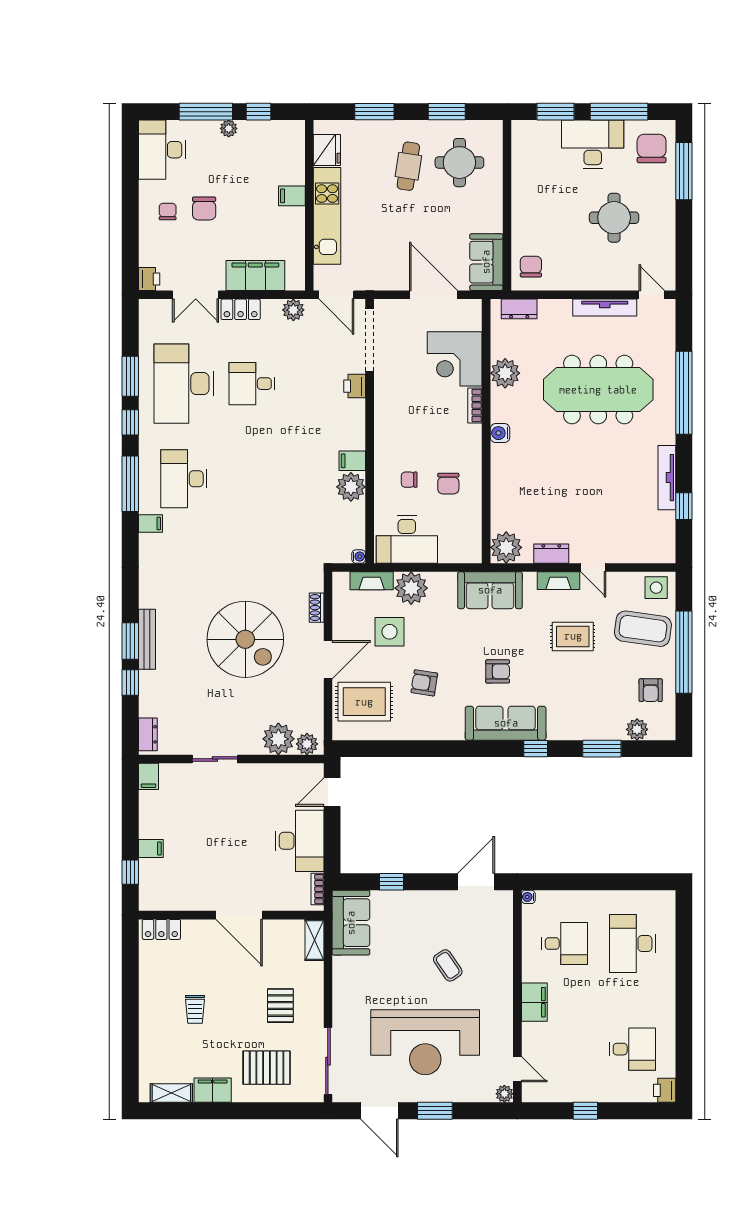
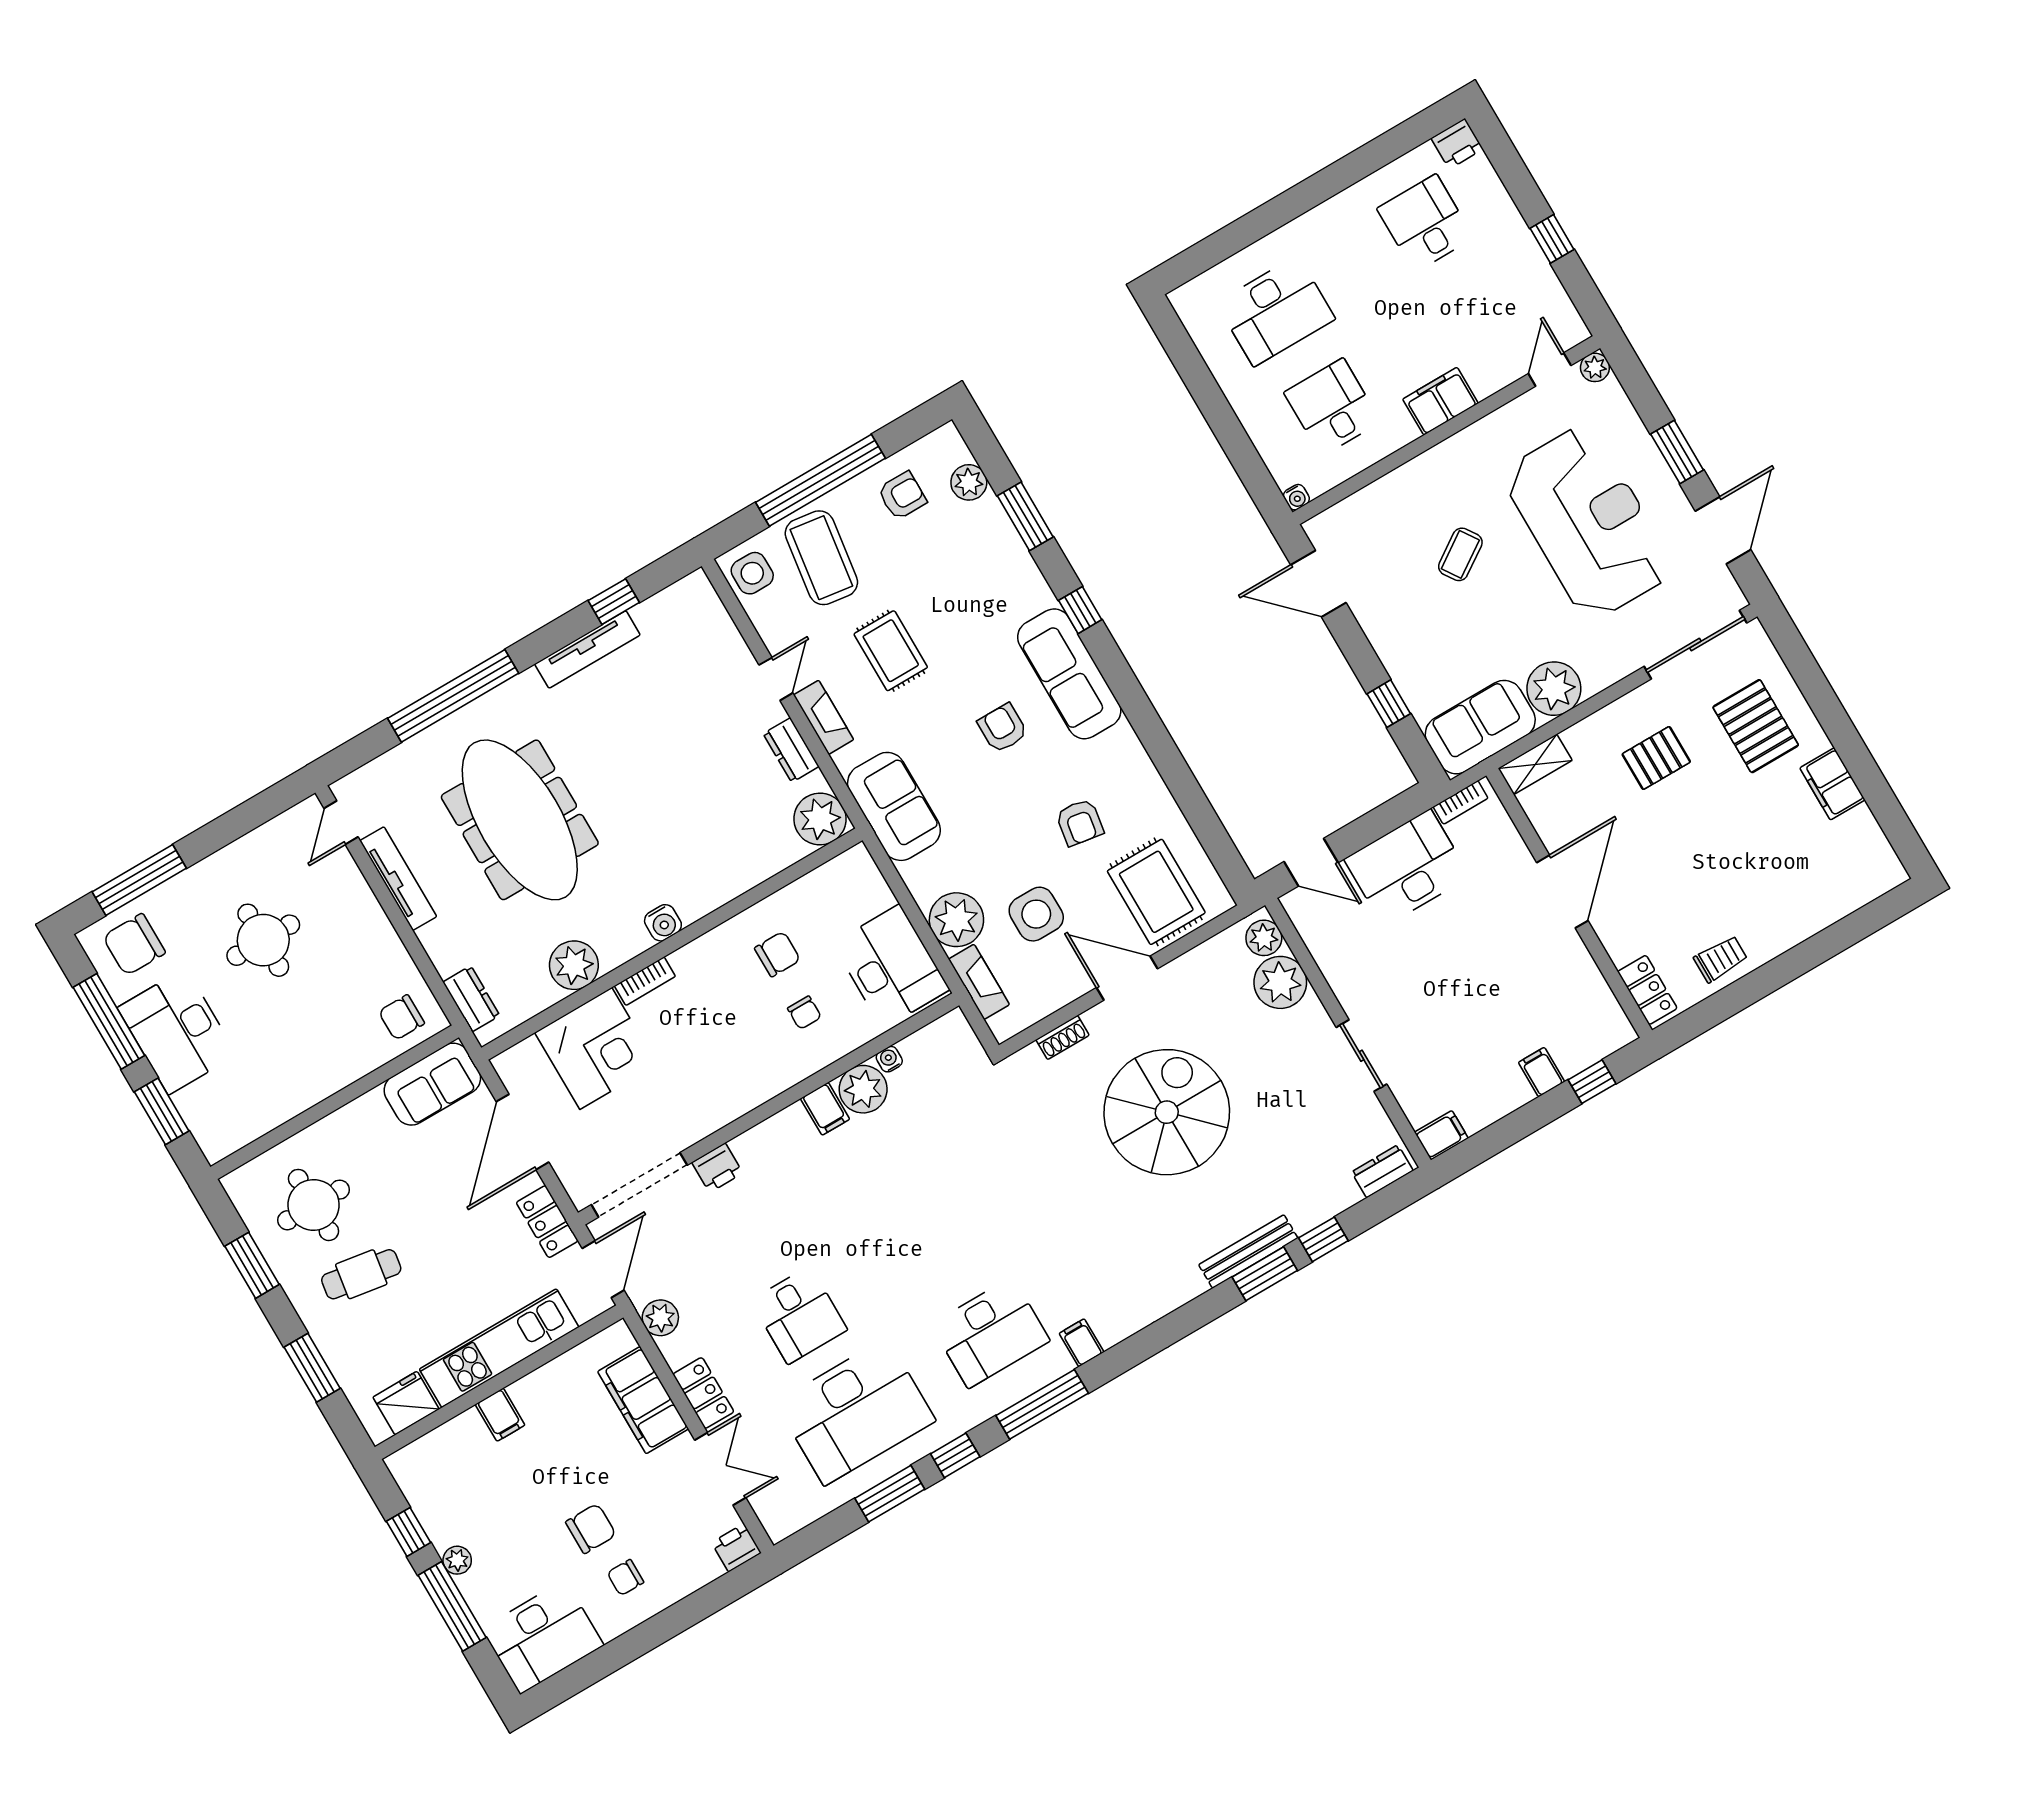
locker: (379, 280) -> (547, 1222), added
water cooler: (359, 557) -> (889, 1059), moved
plant: (348, 973) -> (1554, 689), added
trolley: (195, 1009) -> (1721, 959), moved
shelving: (171, 1093) -> (1871, 840), removed

